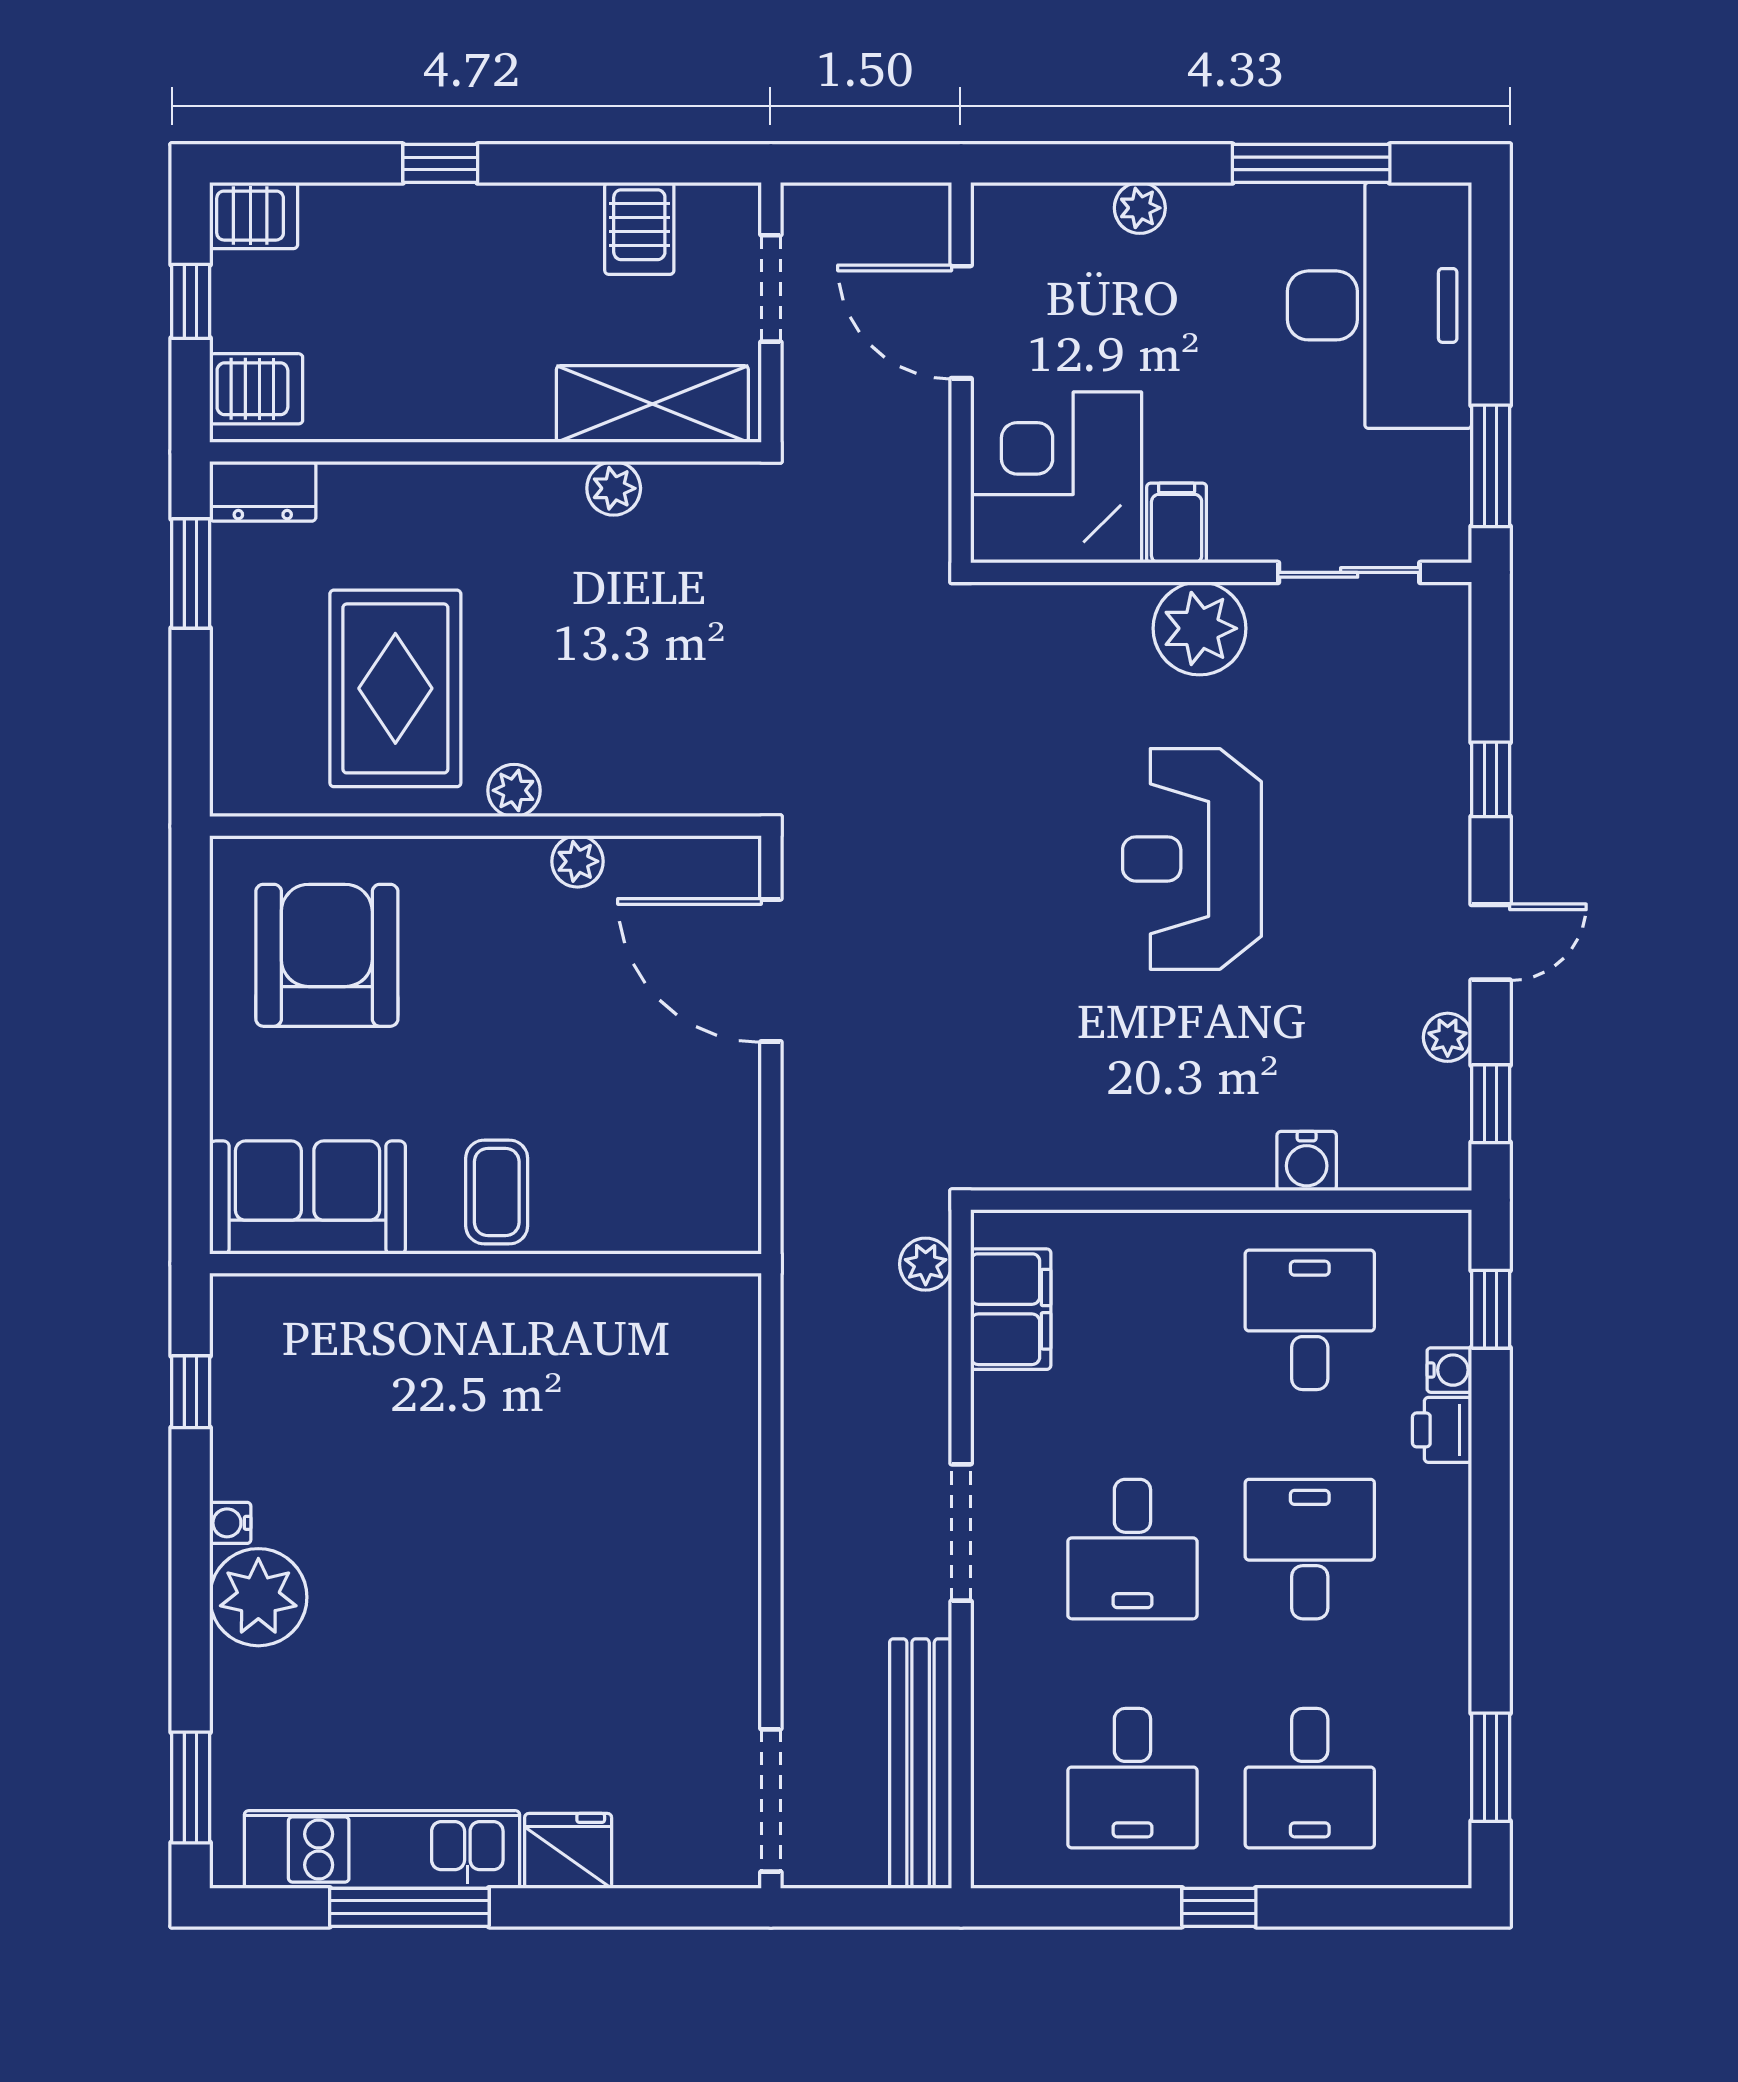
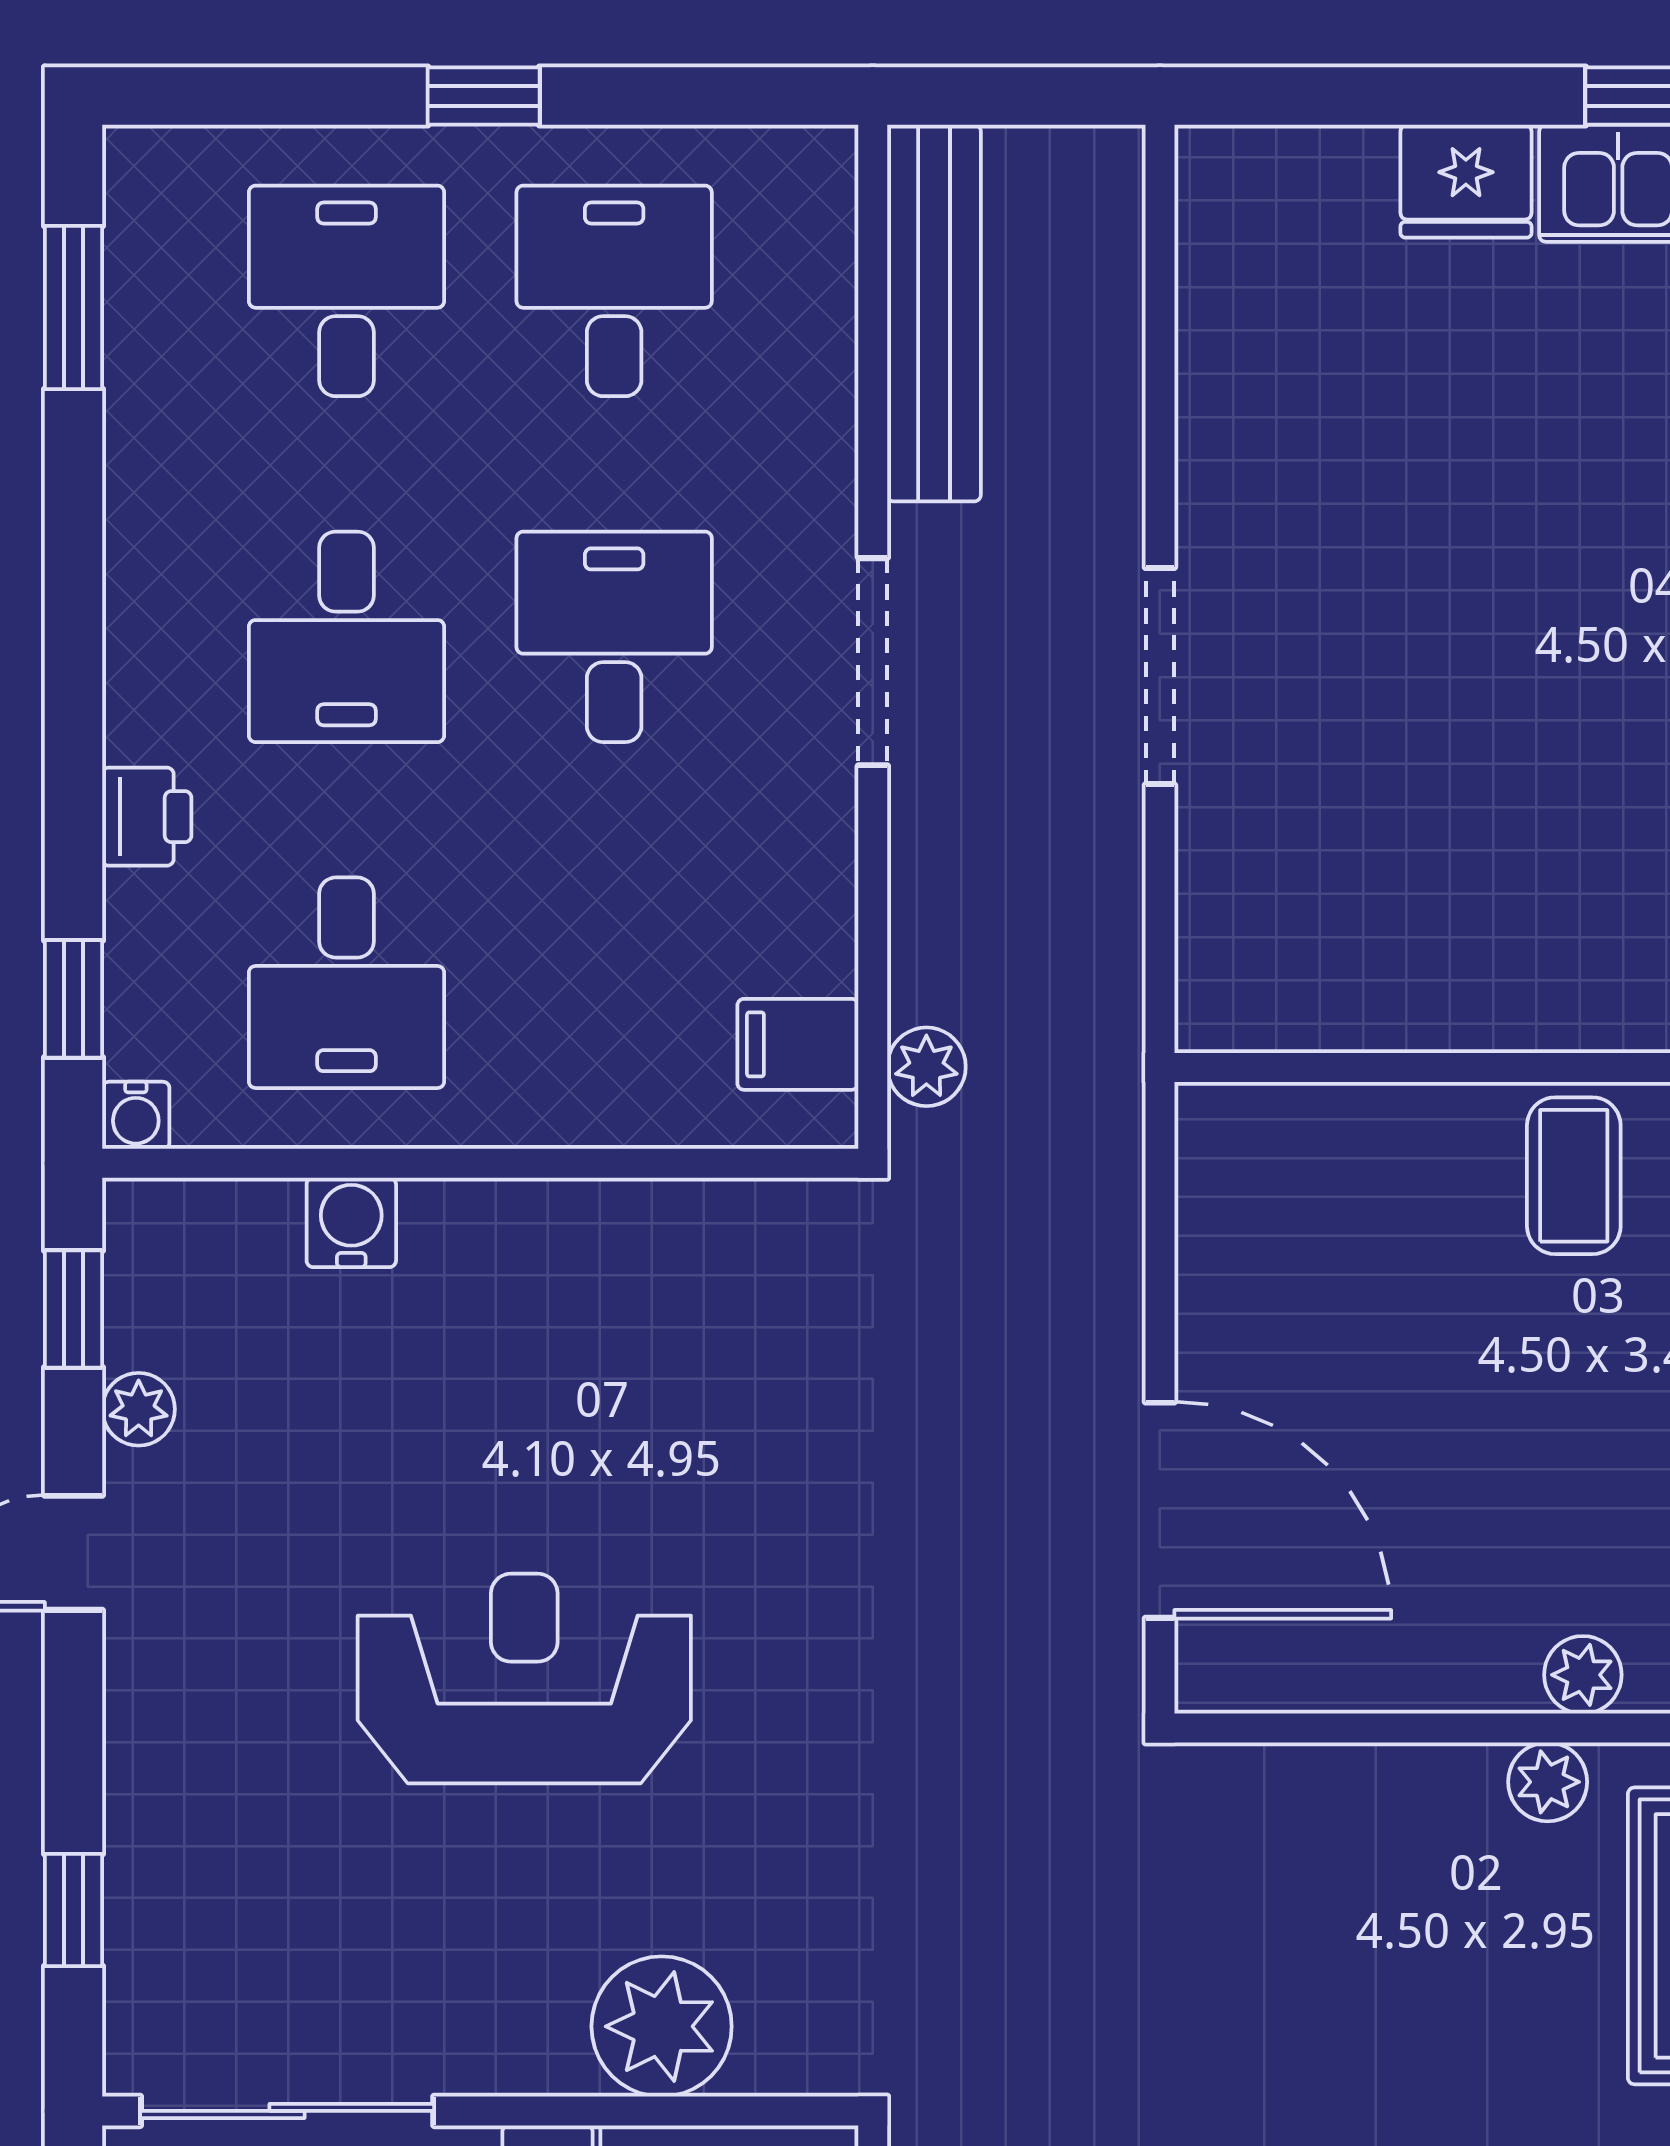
sliding door: (1349, 572) -> (287, 2111), width x1.37
plant: (1200, 628) -> (662, 2026), moved
window: (1491, 779) -> (74, 1910), moved
reception desk: (1192, 859) -> (524, 1678), turned -90
plant: (578, 861) -> (1583, 1675), moved
filing cabinet: (1011, 1309) -> (798, 1044), width x0.50
water cooler: (1449, 1370) -> (136, 1115), moved, turned -90
doorway: (771, 1800) -> (1160, 676), moved

